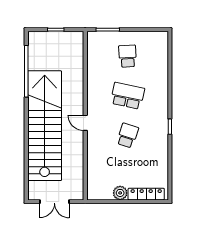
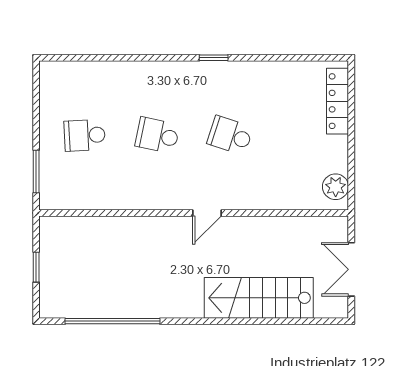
school desk: (128, 96) -> (157, 135), width x0.54
stairs: (45, 126) -> (259, 298), width x0.54, depth x0.66
plant: (120, 193) -> (336, 187), moved
double door: (54, 202) -> (351, 269), swing flipped

